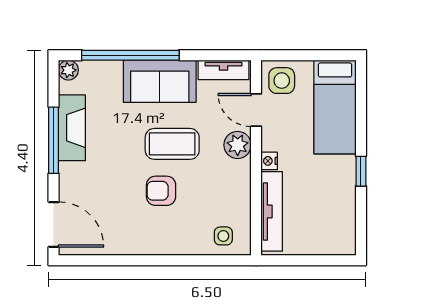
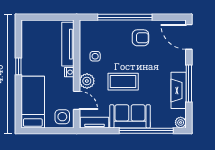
armchair: (161, 191) -> (140, 38), moved
side table: (223, 236) -> (95, 56), moved
window: (169, 260) -> (125, 17), added

